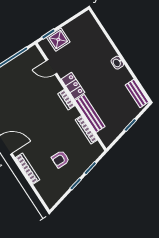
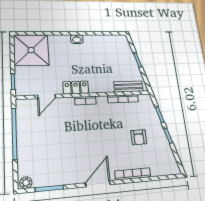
shower: (58, 40) -> (31, 50), moved, width x1.86, depth x1.86
bench: (137, 93) -> (113, 39), removed
bench: (90, 114) -> (128, 86), moved, width x0.73

